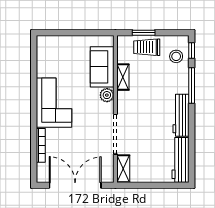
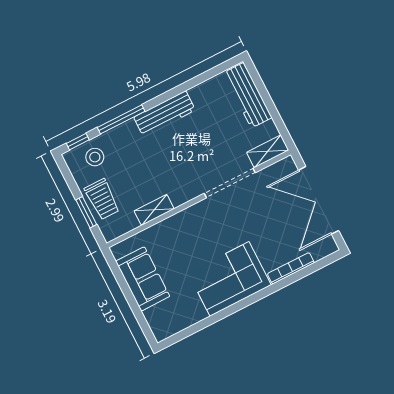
sofa: (102, 67) -> (143, 279), moved, turned -90
plant: (107, 95) -> (187, 218), removed
workbench: (181, 160) -> (248, 95), moved, turned 90

